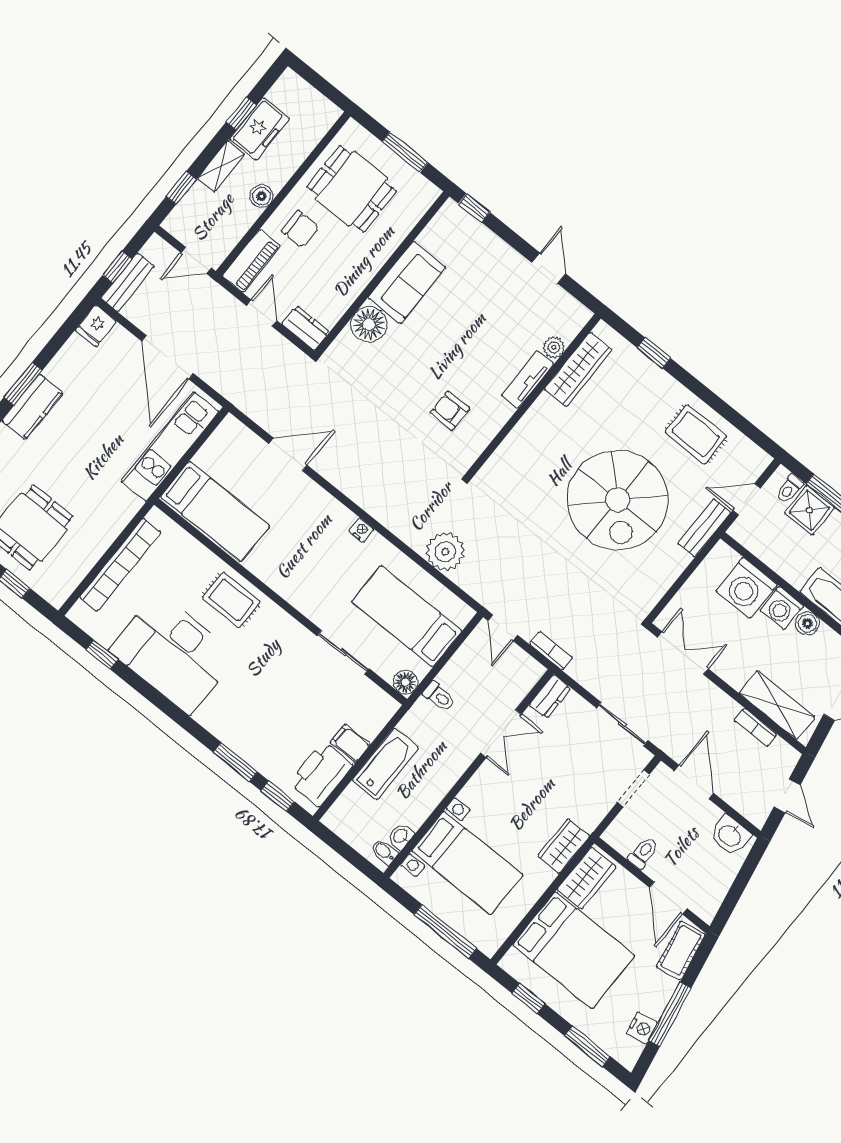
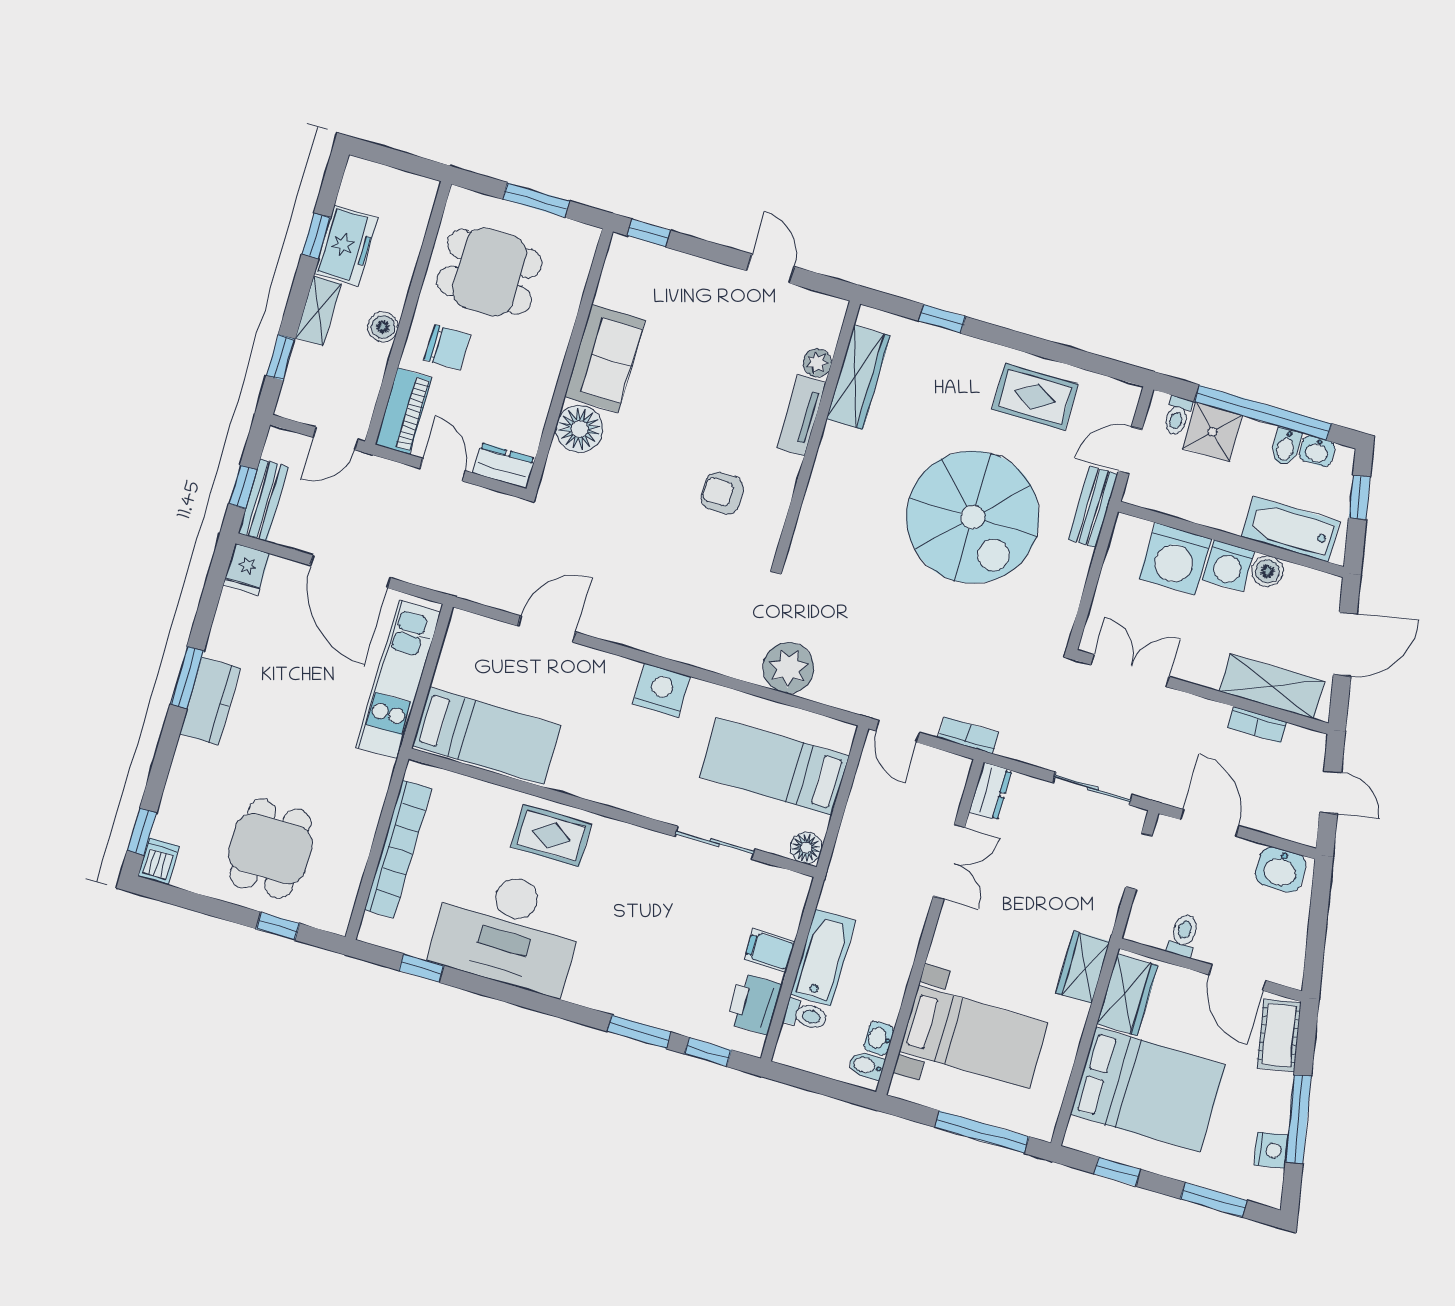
nightstand: (361, 530) -> (661, 690), width x1.89, depth x1.79
toilet: (439, 696) -> (806, 1015), moved
printer: (321, 774) -> (754, 1004), width x0.73, depth x0.84

